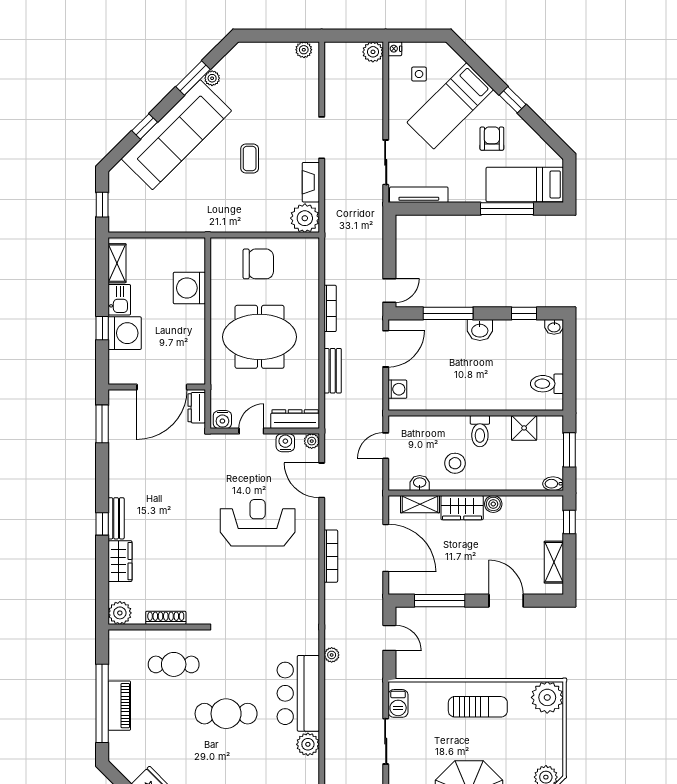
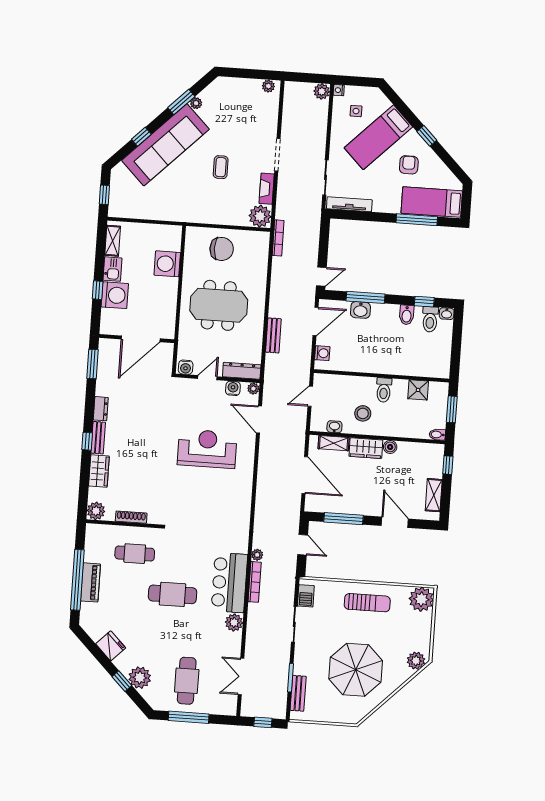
bookcase: (330, 308) -> (278, 238), moved
washbasin: (480, 330) -> (360, 310), moved
bidet: (503, 332) -> (407, 315), added
toilet: (547, 384) -> (430, 319), moved, turned -90
dresser: (197, 408) -> (101, 409), moved, turned 180
bookcase: (331, 556) -> (255, 582), moved

